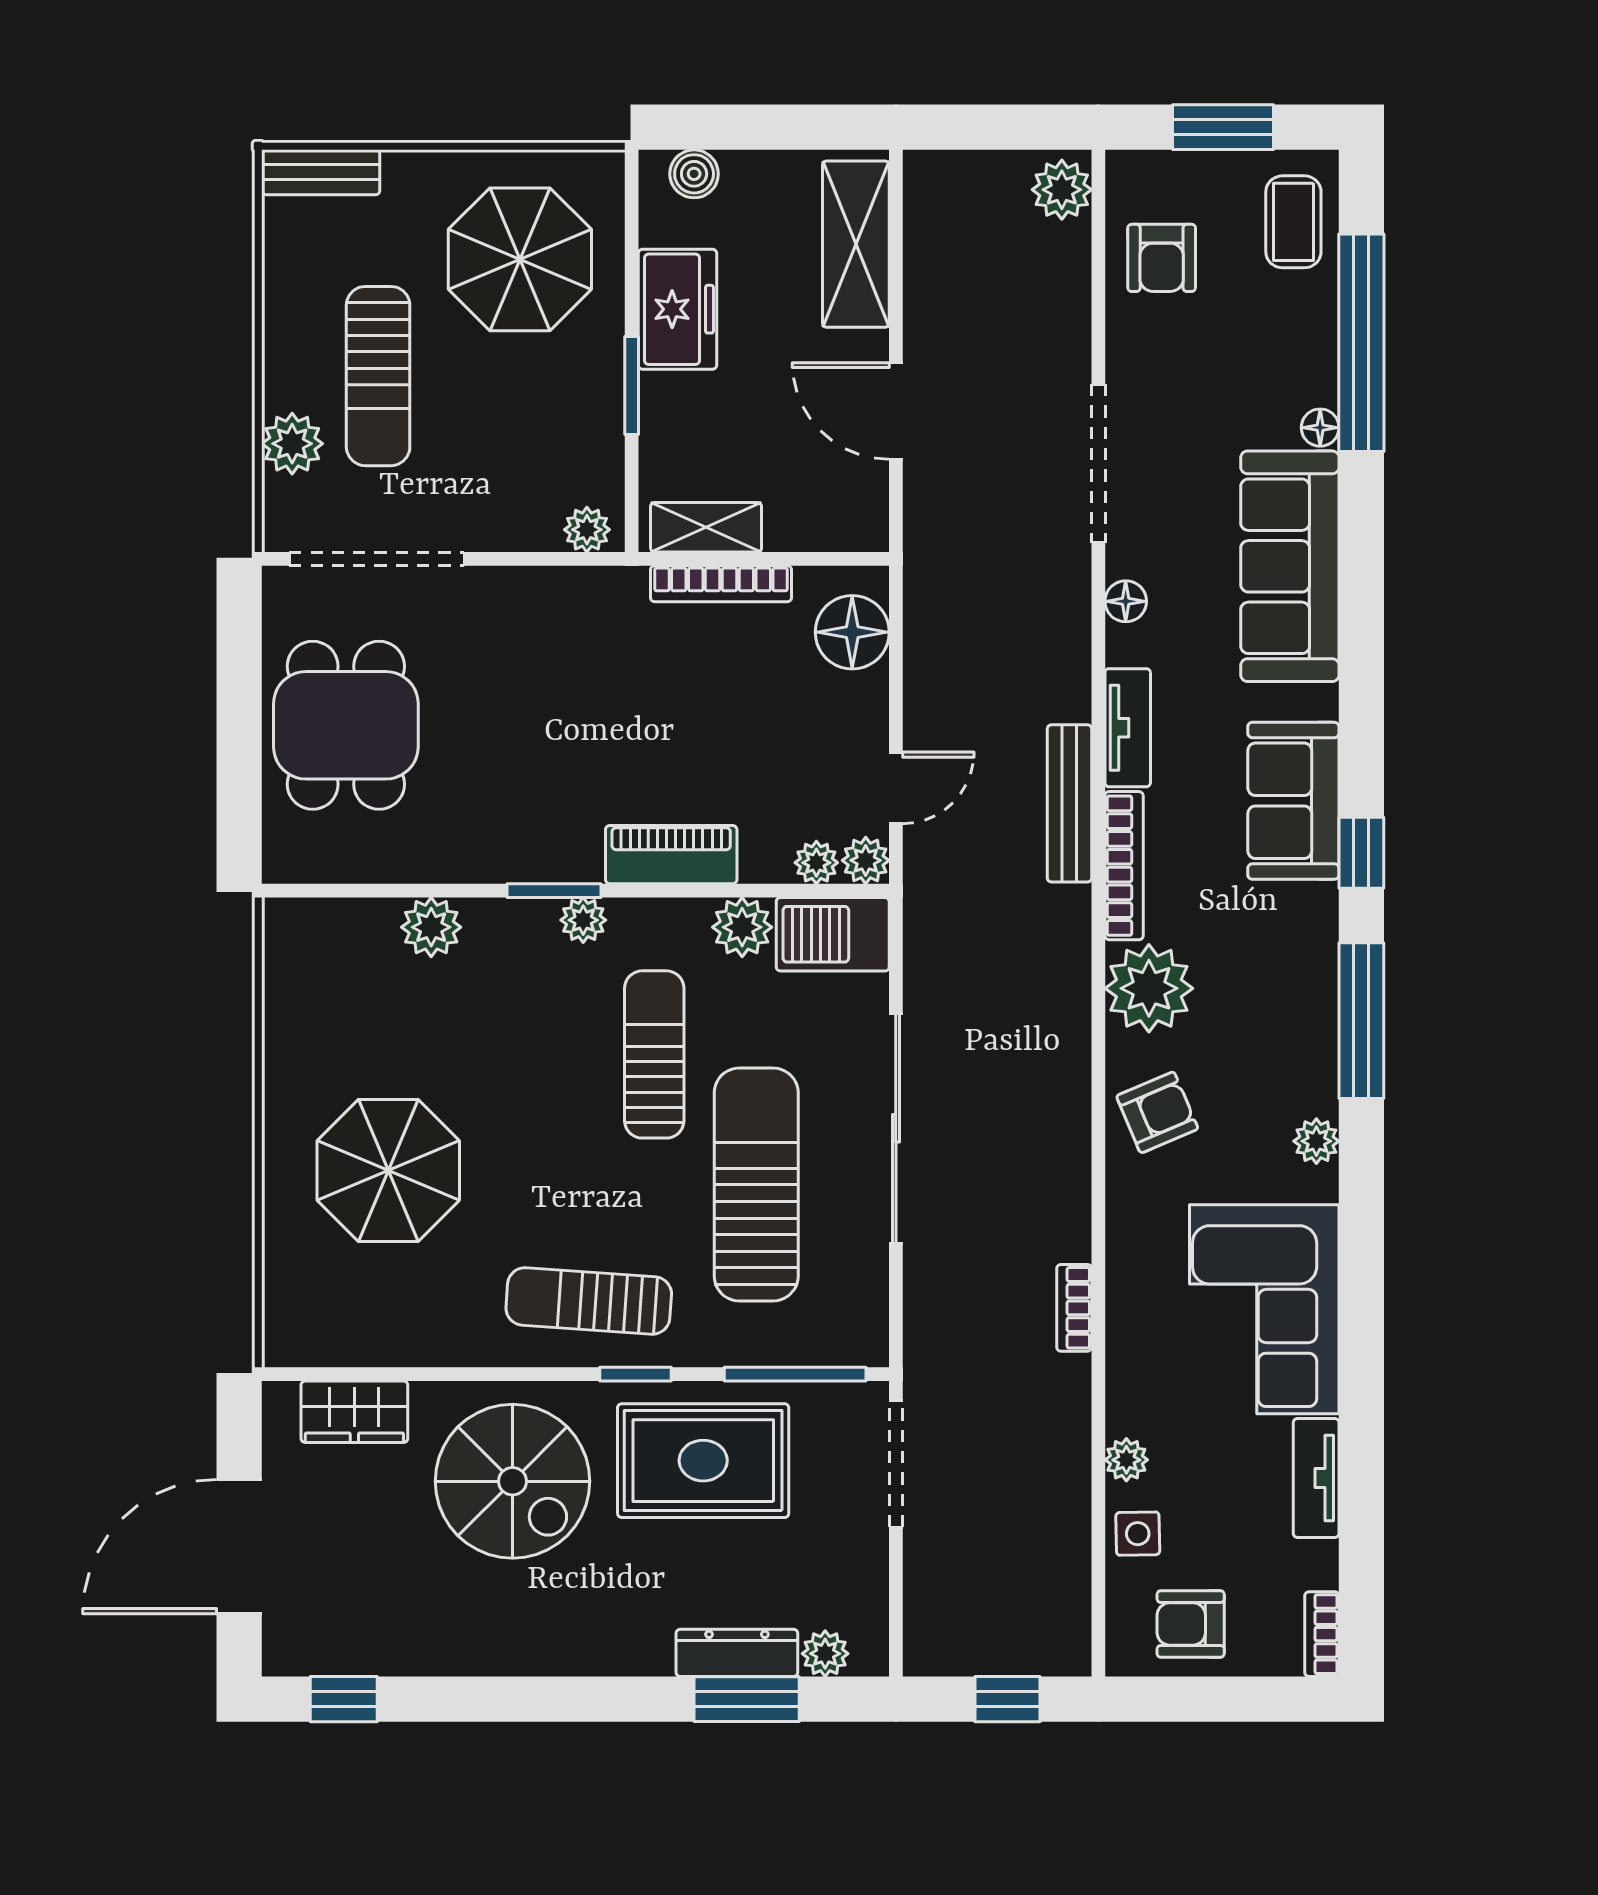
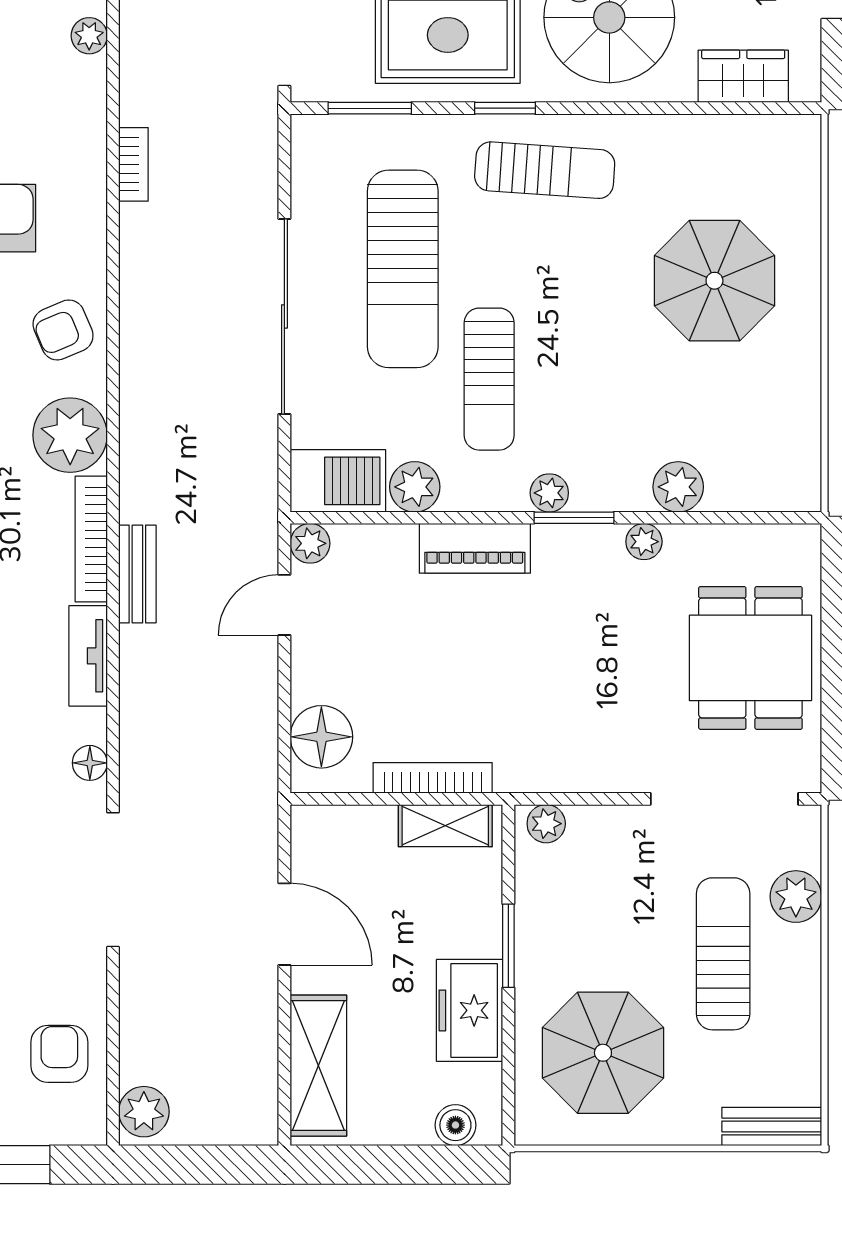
bench: (1069, 803) -> (137, 574), width x0.73
plant: (816, 863) -> (644, 542), moved
window: (795, 1374) -> (370, 108), width x0.69

